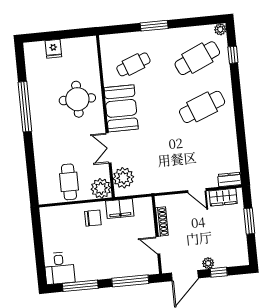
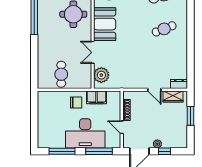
cafe table: (202, 107) -> (164, 29), width x0.73, depth x0.74
plant: (101, 188) -> (84, 81), removed
desk: (59, 268) -> (85, 133), moved, width x1.87, depth x1.30

